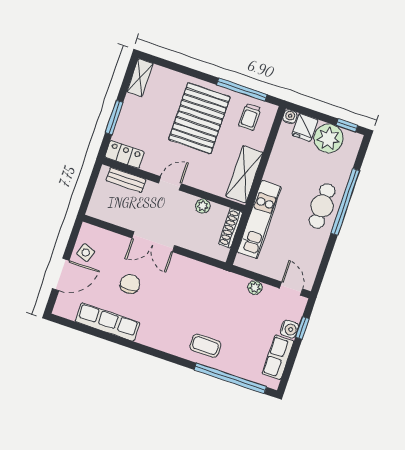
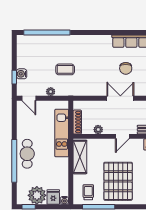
coffee table: (205, 346) -> (65, 69), moved
row of seats: (278, 357) -> (23, 55), removed

